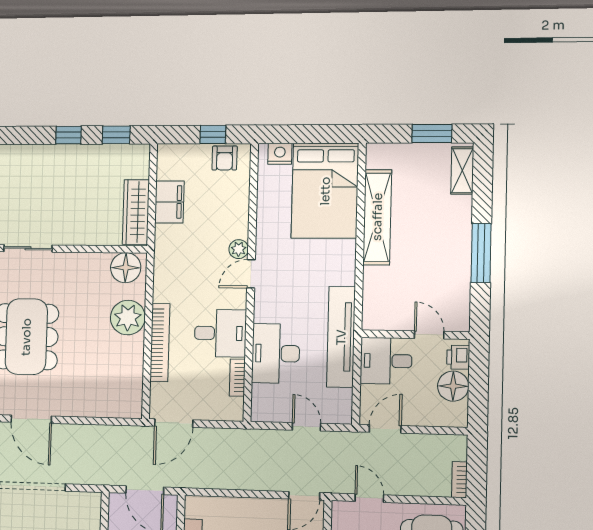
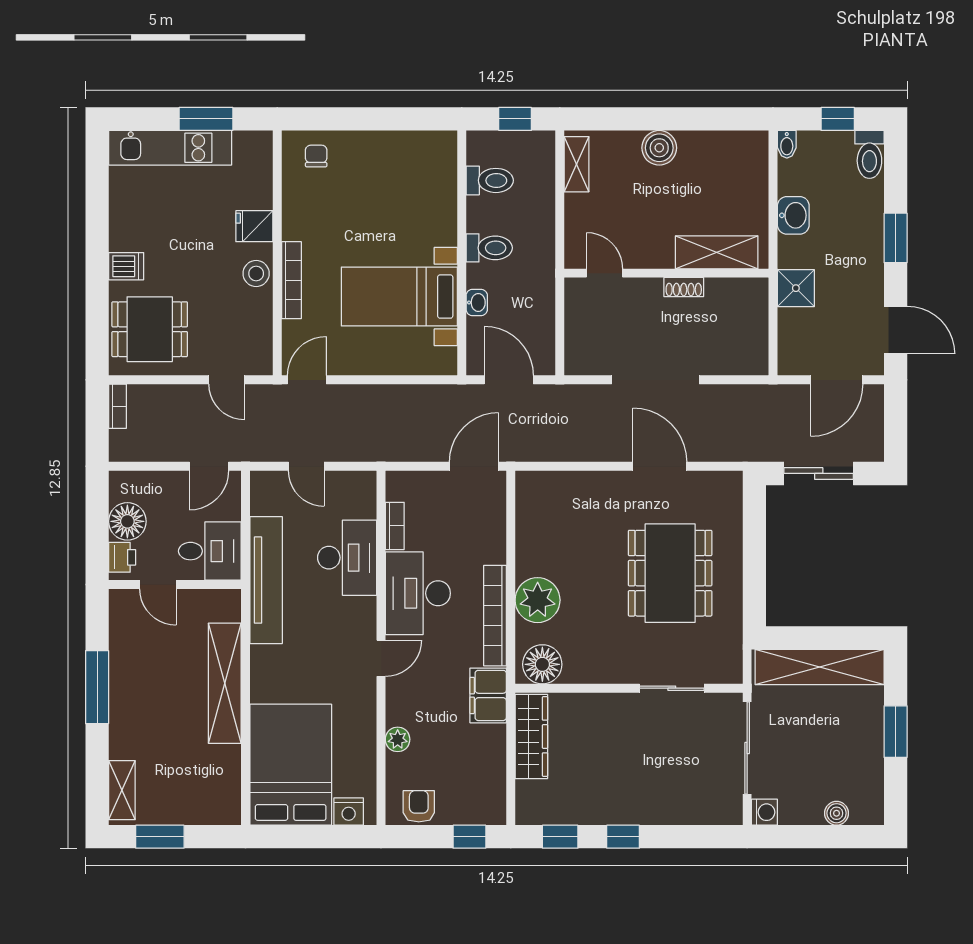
window: (213, 134) -> (469, 837), moved
filing cabinet: (169, 202) -> (488, 695), moved
shelving: (377, 217) -> (225, 683), moved
plant: (239, 249) -> (398, 739), moved
desk: (220, 333) -> (418, 593), width x1.37
bookcase: (160, 343) -> (495, 616), moved

